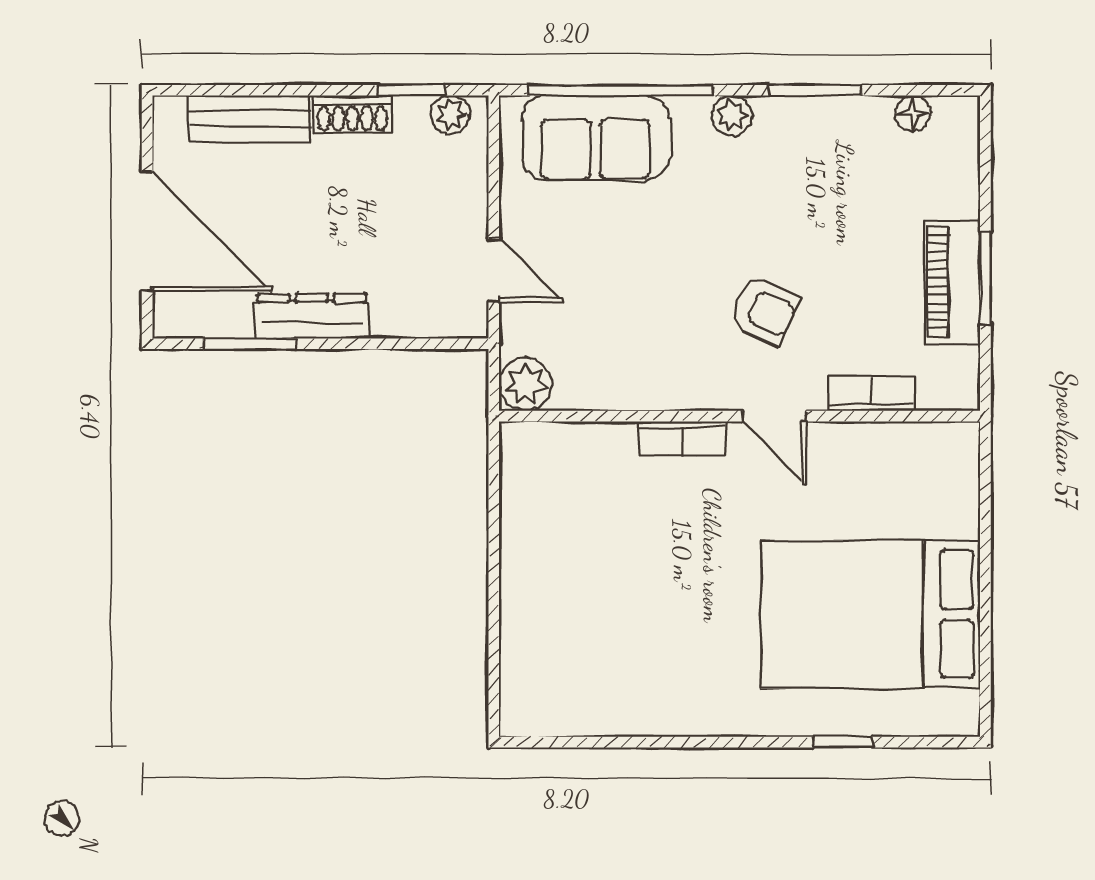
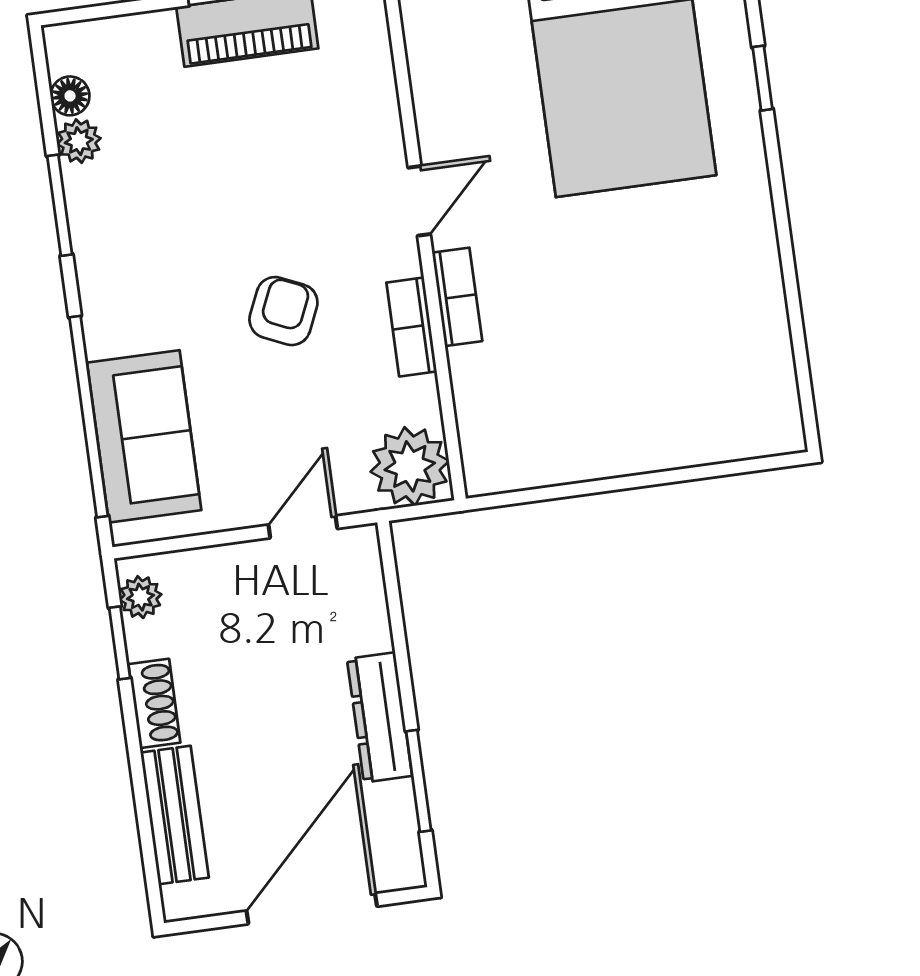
plant: (732, 115) -> (79, 141), moved
armchair: (764, 311) -> (283, 311), moved
plant: (526, 384) -> (410, 466), width x1.36, depth x1.36
bookcase: (871, 394) -> (412, 327), moved

